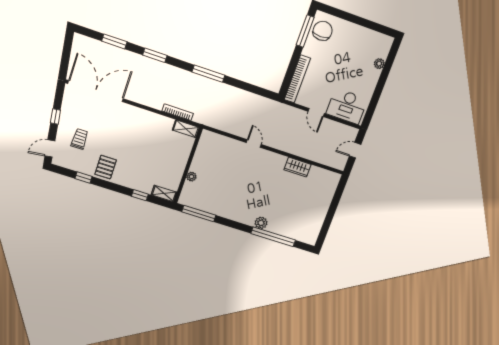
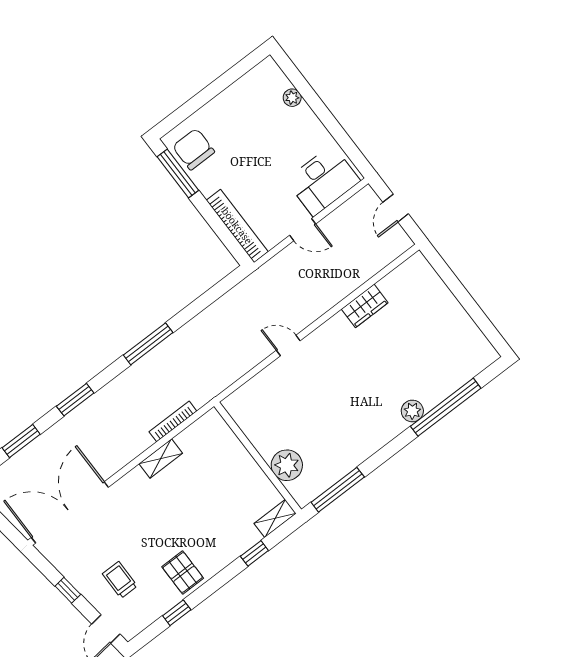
shelving: (186, 129) -> (161, 458), moved
plant: (191, 177) -> (287, 465), width x1.88, depth x1.88

